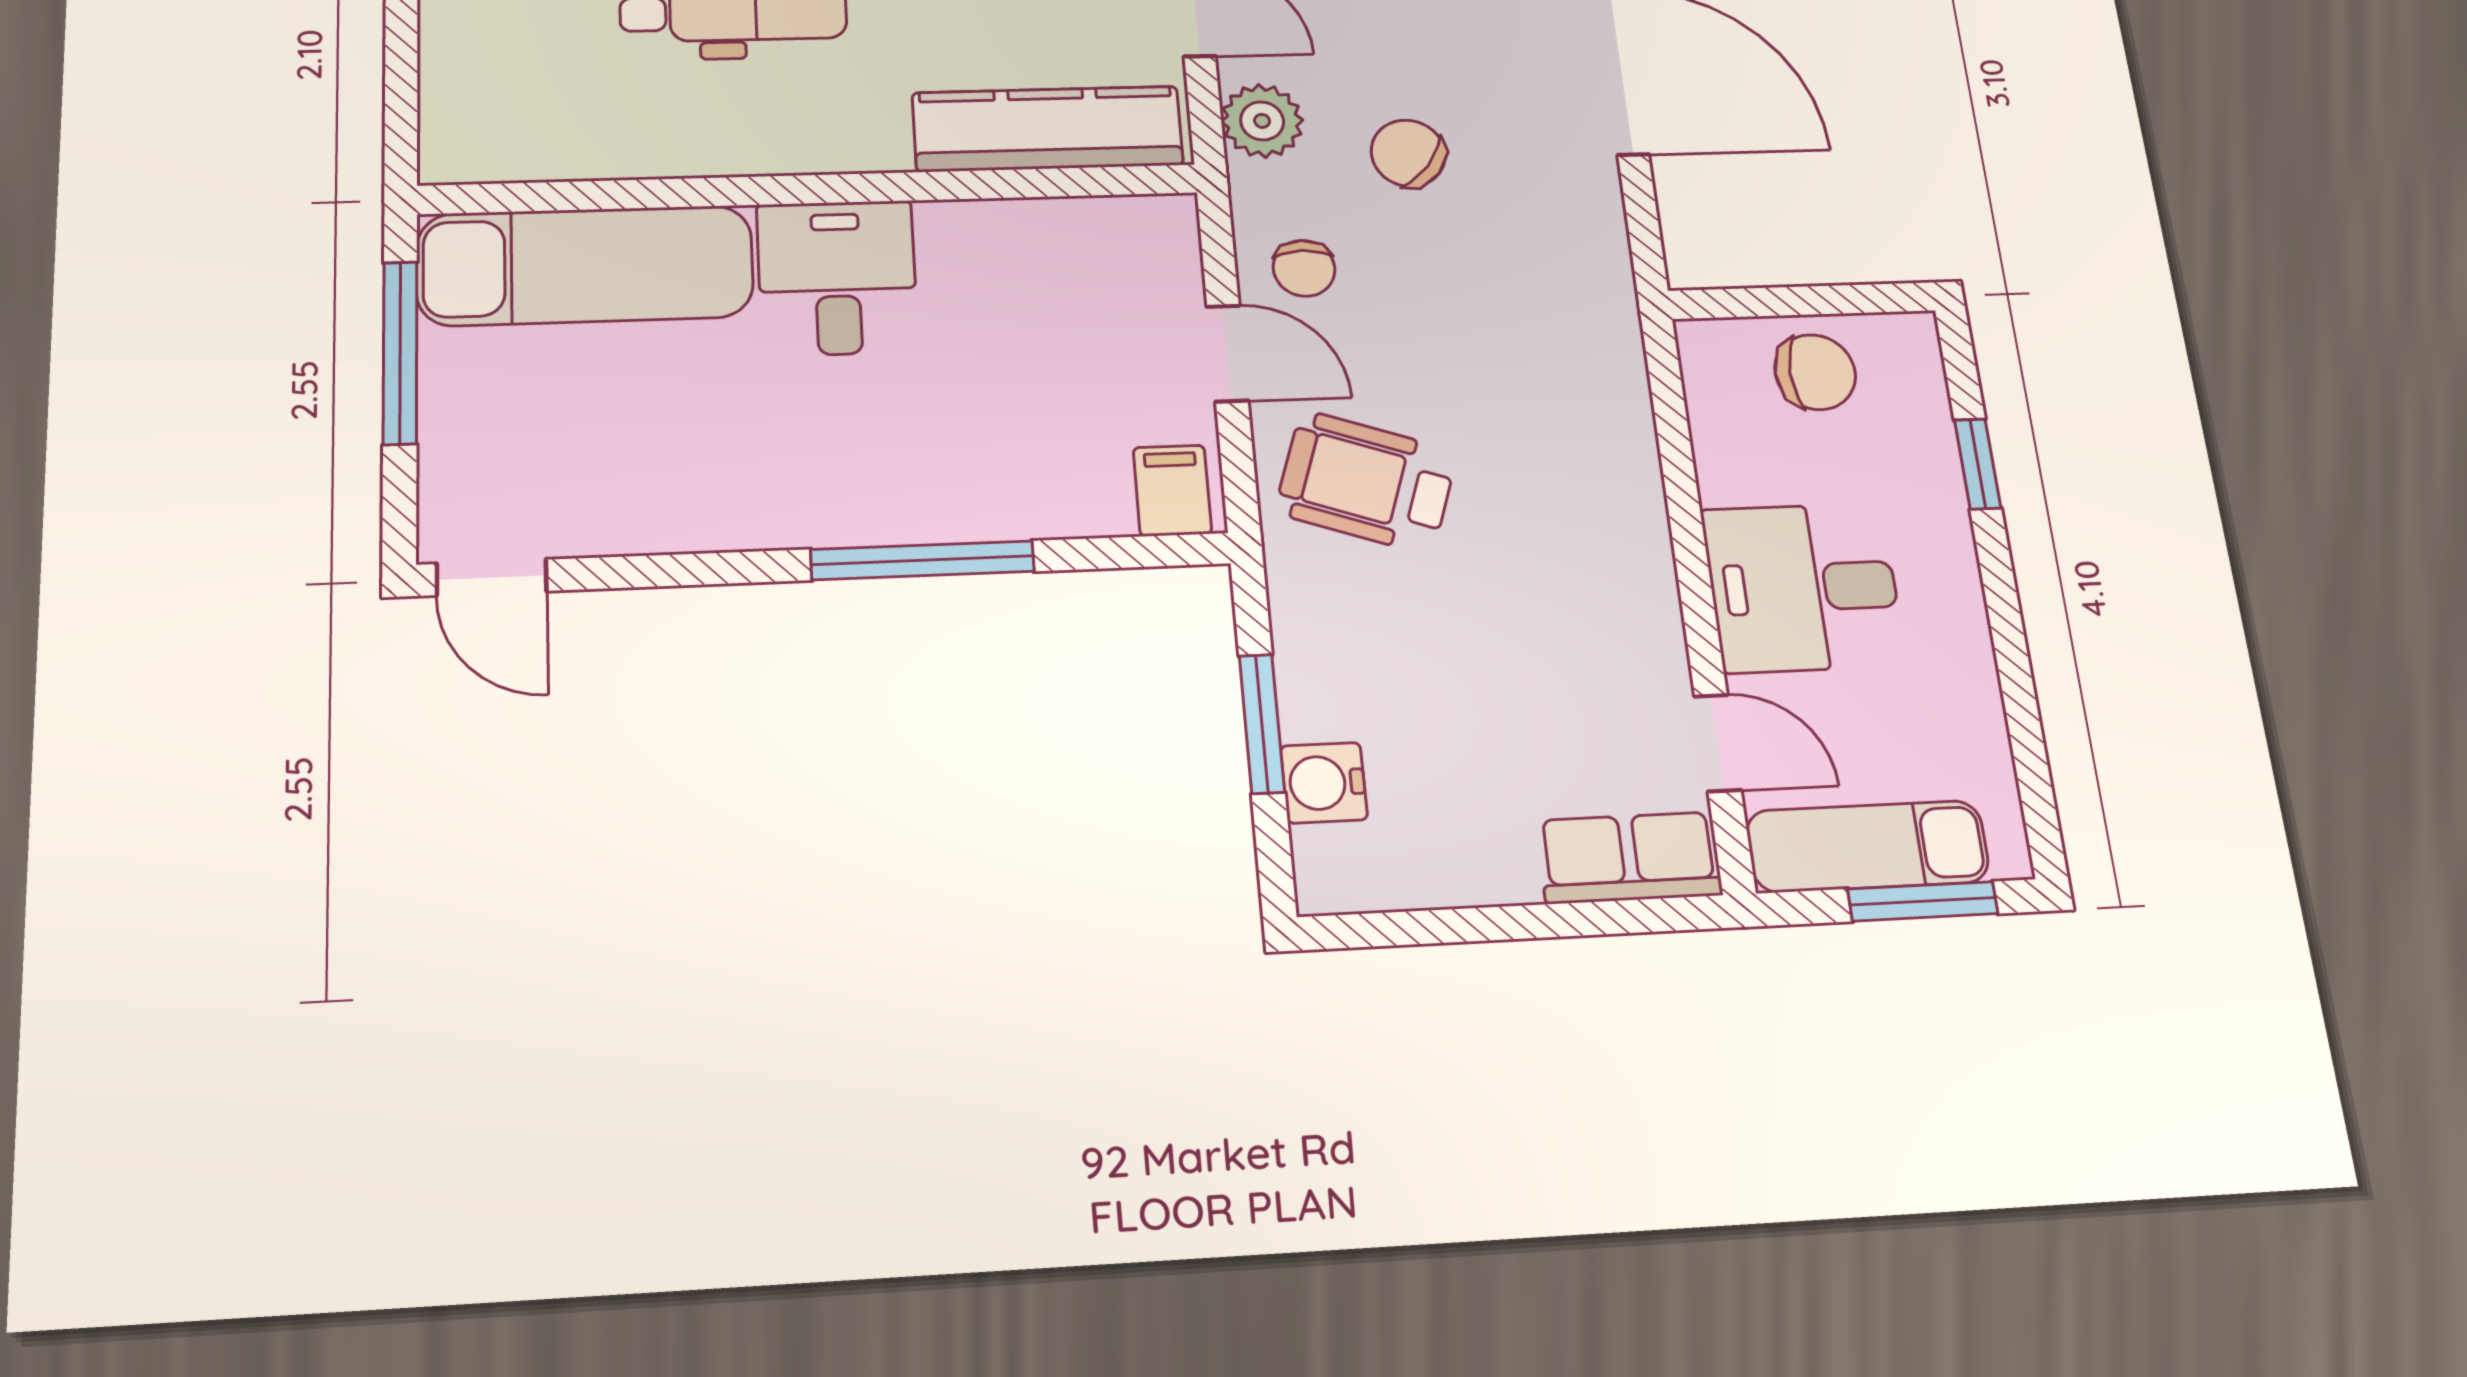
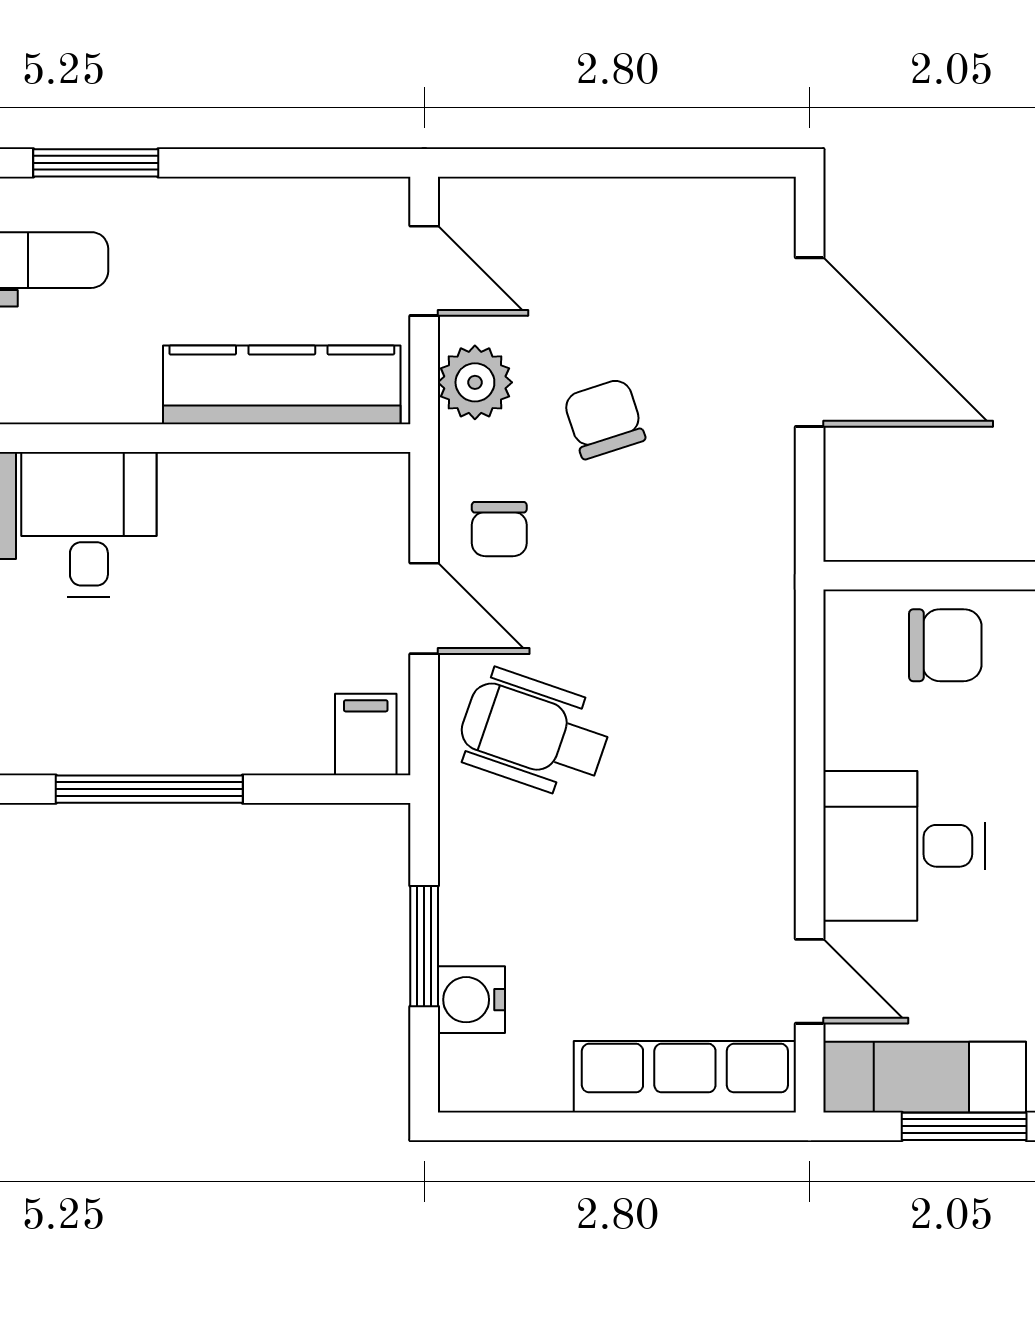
chair: (1408, 153) -> (604, 419), turned 33
row of seats: (1629, 858) -> (685, 1077), width x1.48

